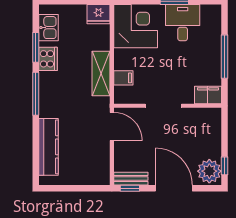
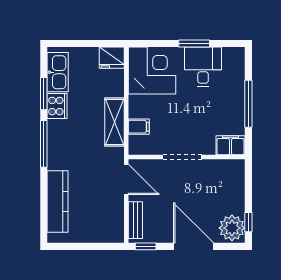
kitchen sink: (49, 28) -> (58, 72), width x1.38
bench: (131, 179) -> (135, 220), moved, turned 90

